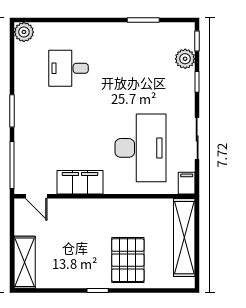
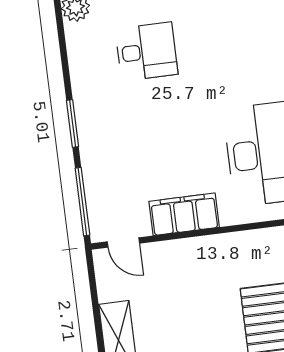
desk: (69, 68) -> (147, 51), turned 180

